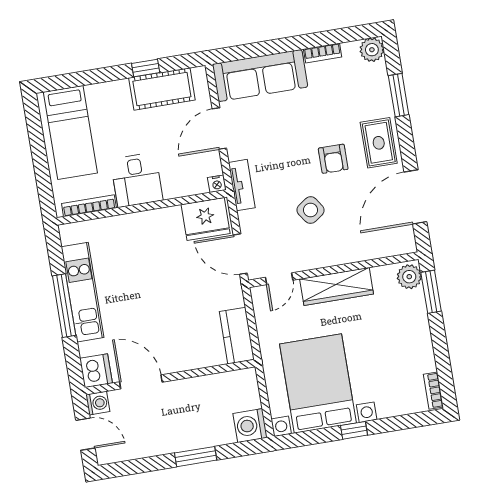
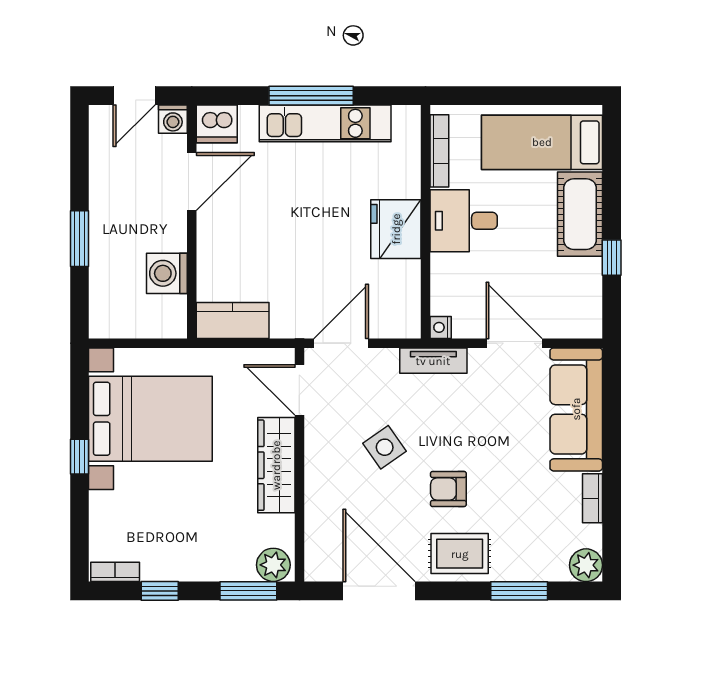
cot: (162, 89) -> (580, 214), moved
fridge: (206, 219) -> (396, 229), moved
door: (279, 279) -> (299, 390), width x1.38
window: (442, 356) -> (160, 591), added
washing machine: (250, 426) -> (167, 273), moved, turned -90

